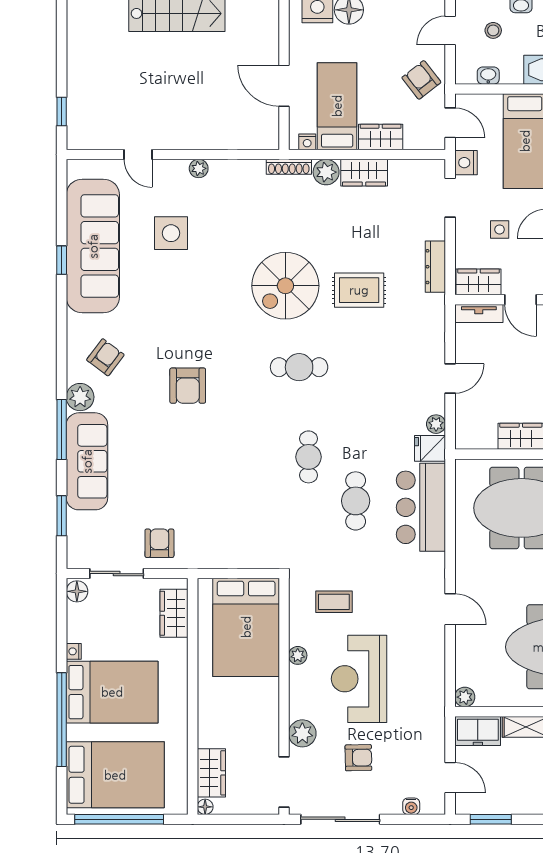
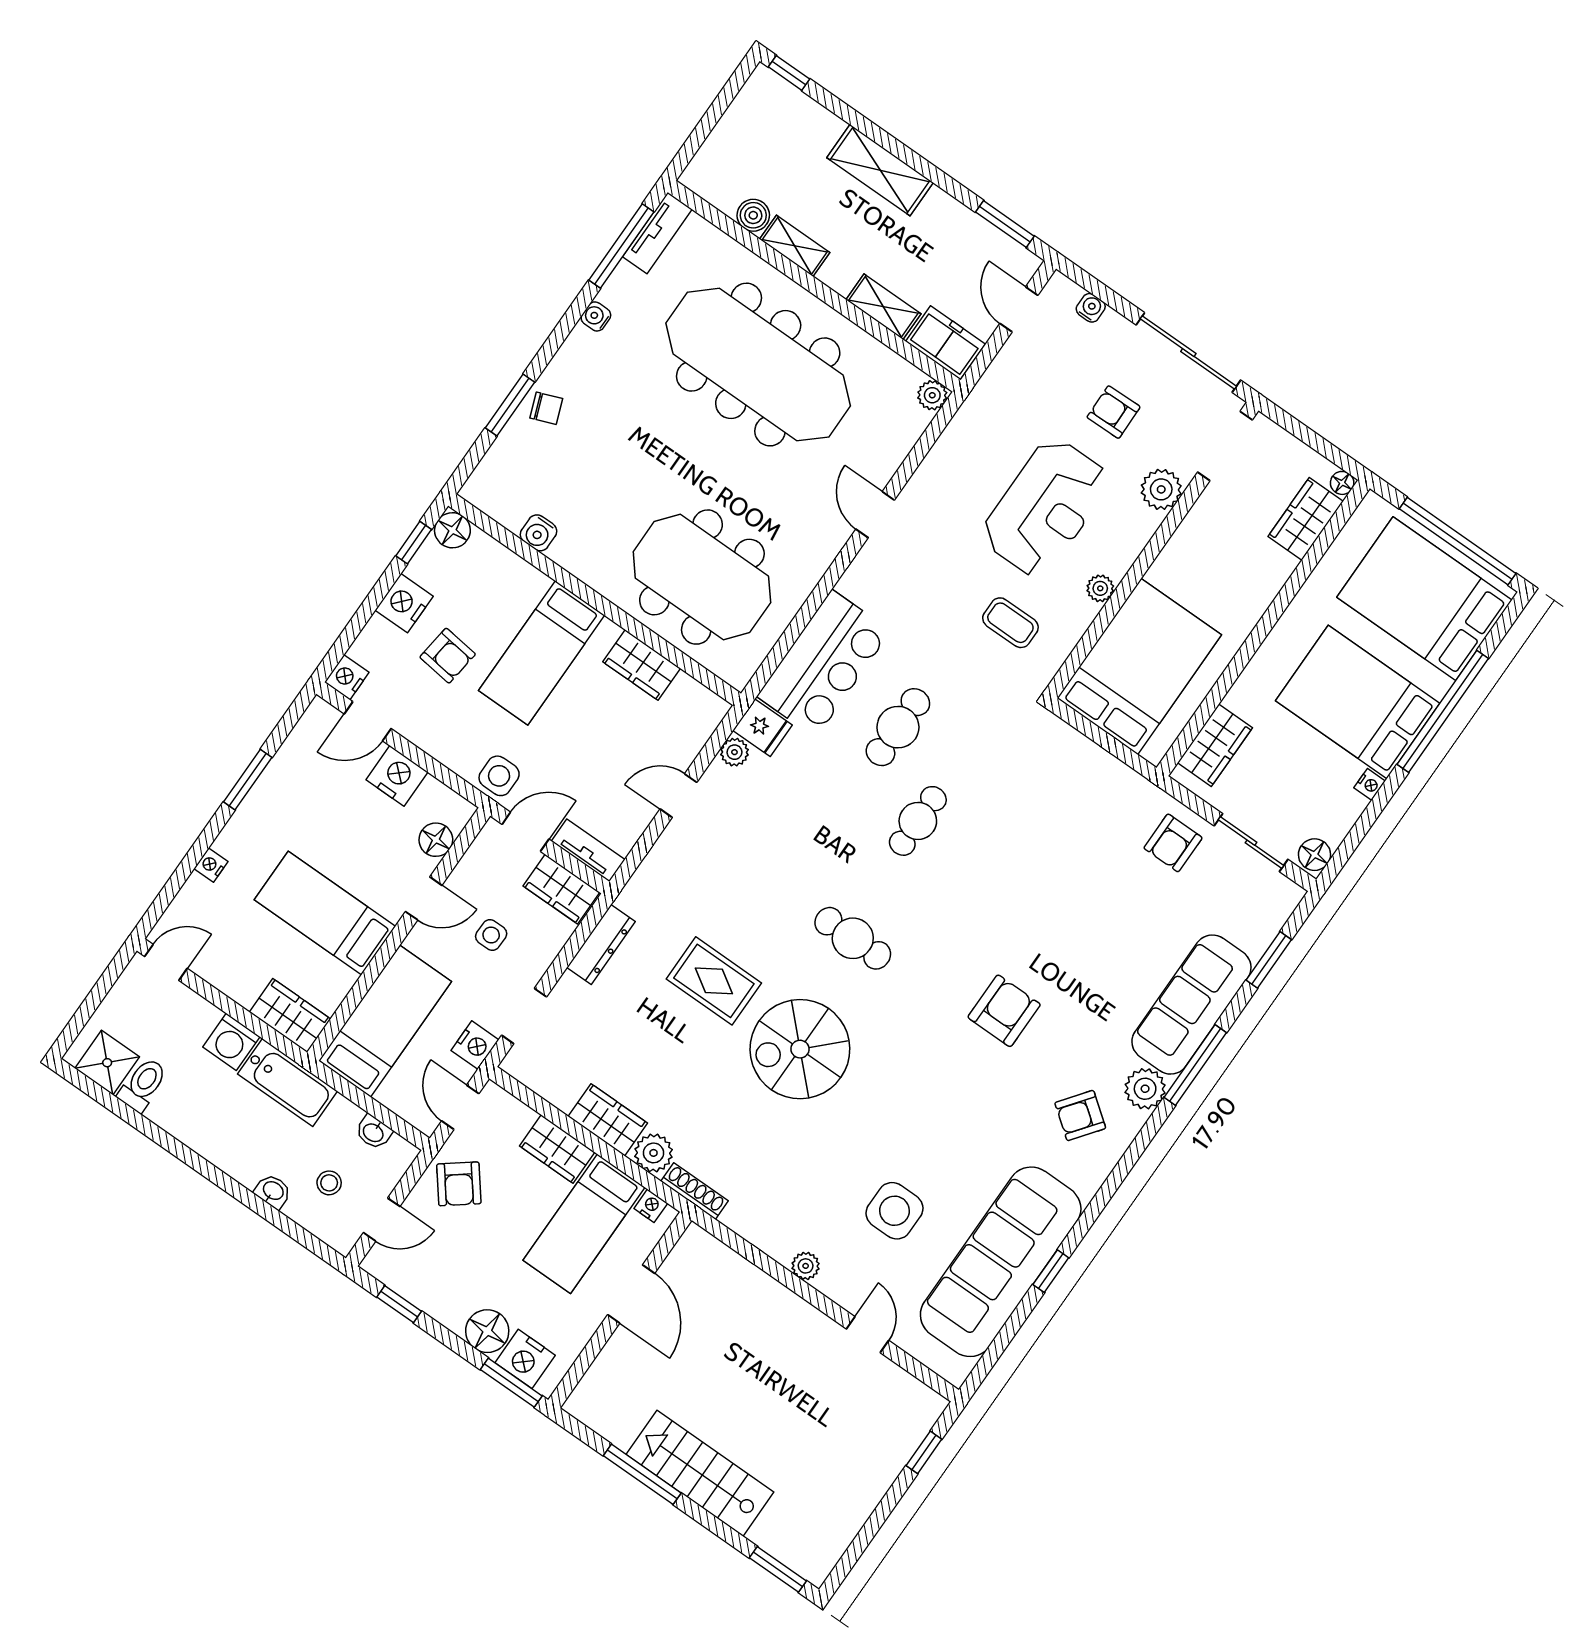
spiral stairs: (285, 286) -> (800, 1049), turned 180
door: (520, 300) -> (525, 832), hinge flipped

